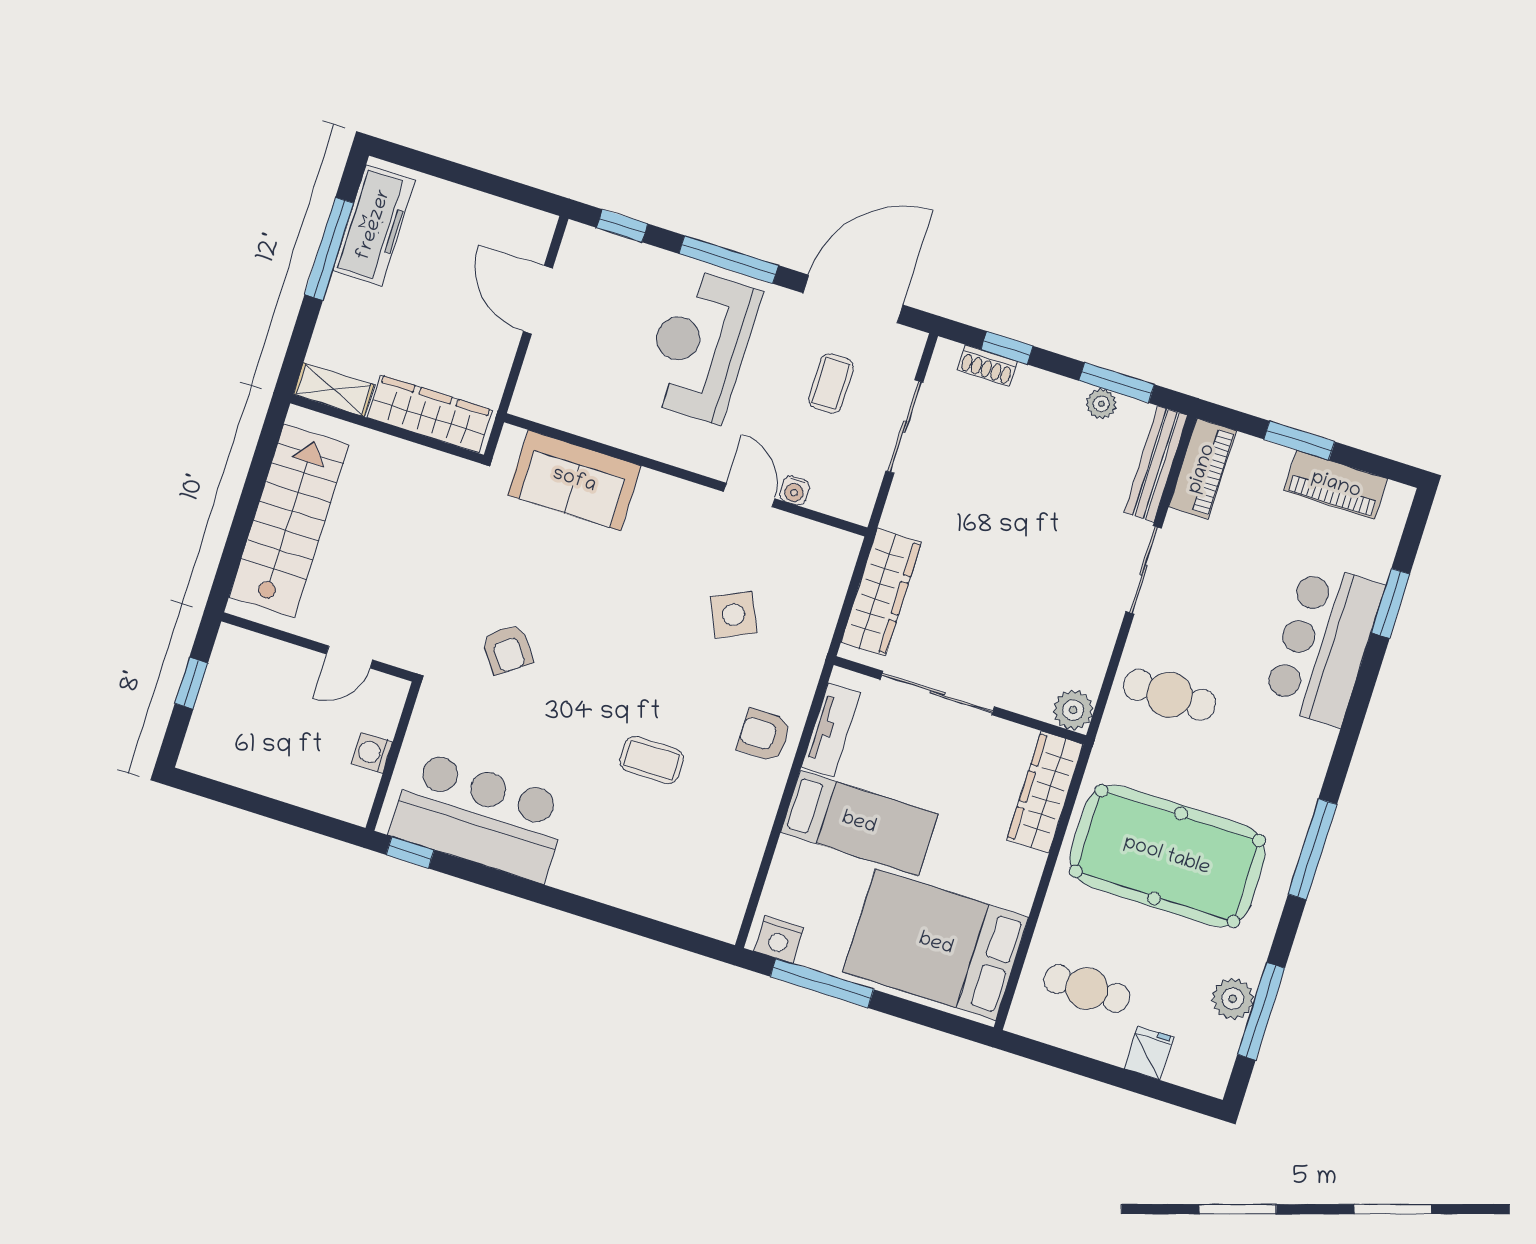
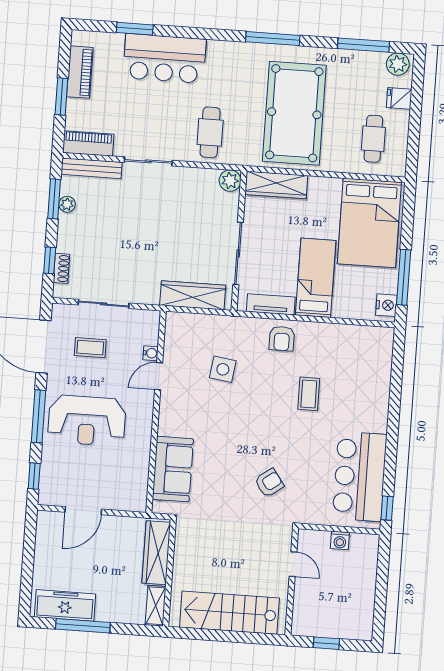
side table: (734, 615) -> (223, 369), turned 33
plant: (1233, 999) -> (398, 64), moved

